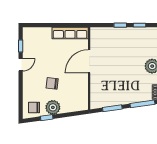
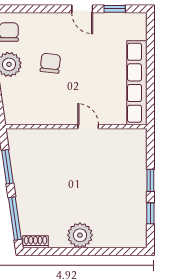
row of seats: (70, 33) -> (137, 83), width x1.36
door: (89, 61) -> (88, 127), width x0.53

